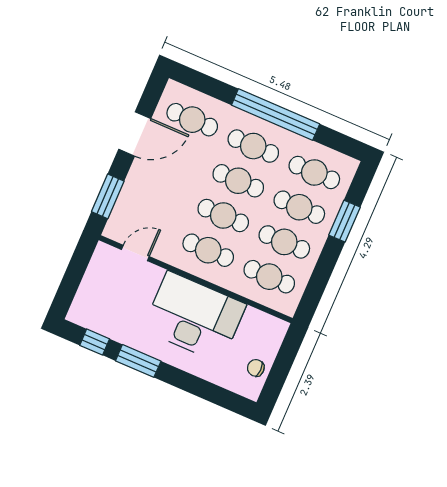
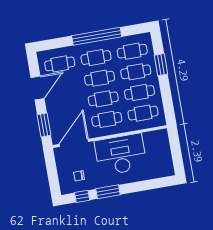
door: (135, 253) -> (74, 143), width x1.88
chair: (256, 368) -> (79, 176), moved

